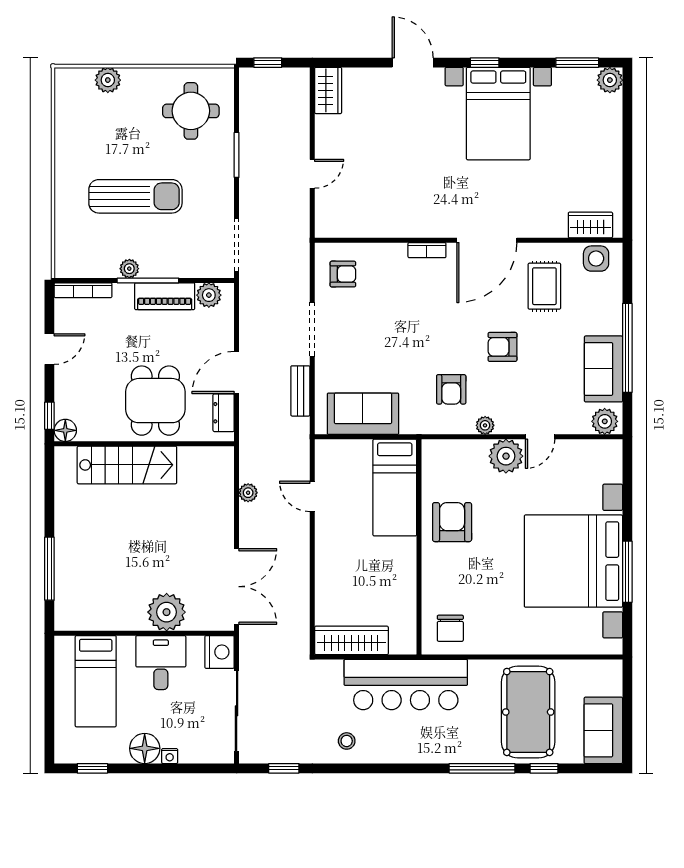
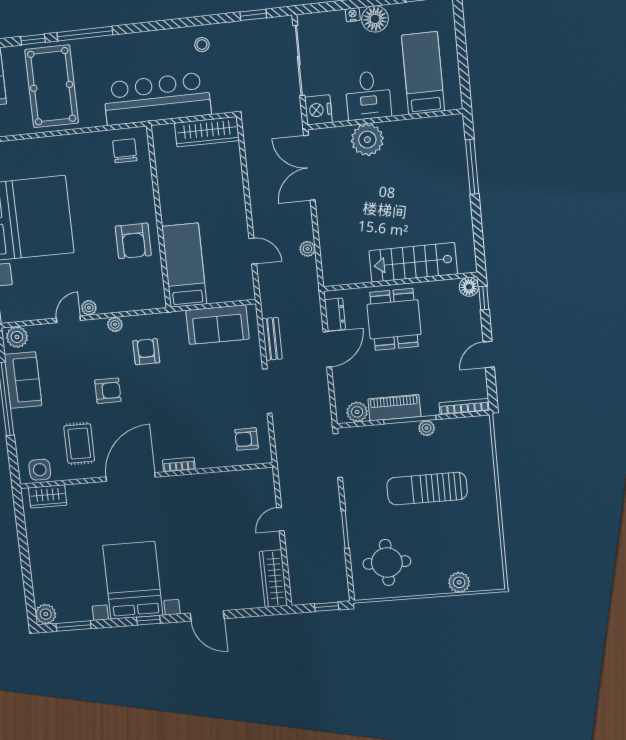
wardrobe: (328, 90) -> (273, 579), width x1.50
plant: (506, 456) -> (89, 308), width x0.53, depth x0.53

